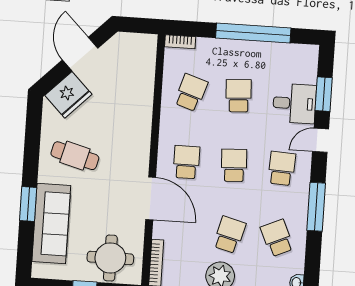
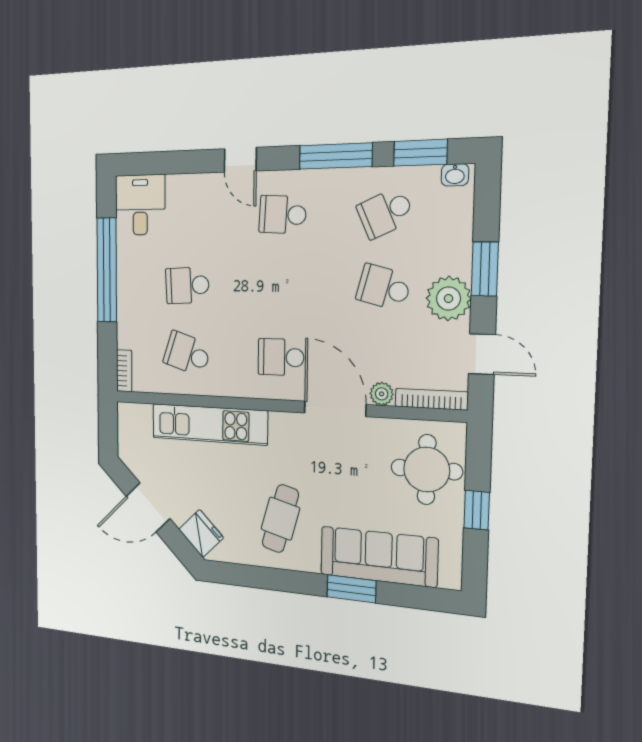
window: (324, 94) -> (420, 153), moved
fridge: (68, 95) -> (201, 533), width x0.73, depth x0.75
desk: (294, 103) -> (140, 205), moved
kitchen unit: (141, 106) -> (209, 424), added
school desk: (234, 165) -> (282, 286), removed
door: (151, 198) -> (335, 409), hinge flipped
plant: (160, 230) -> (382, 394), added

